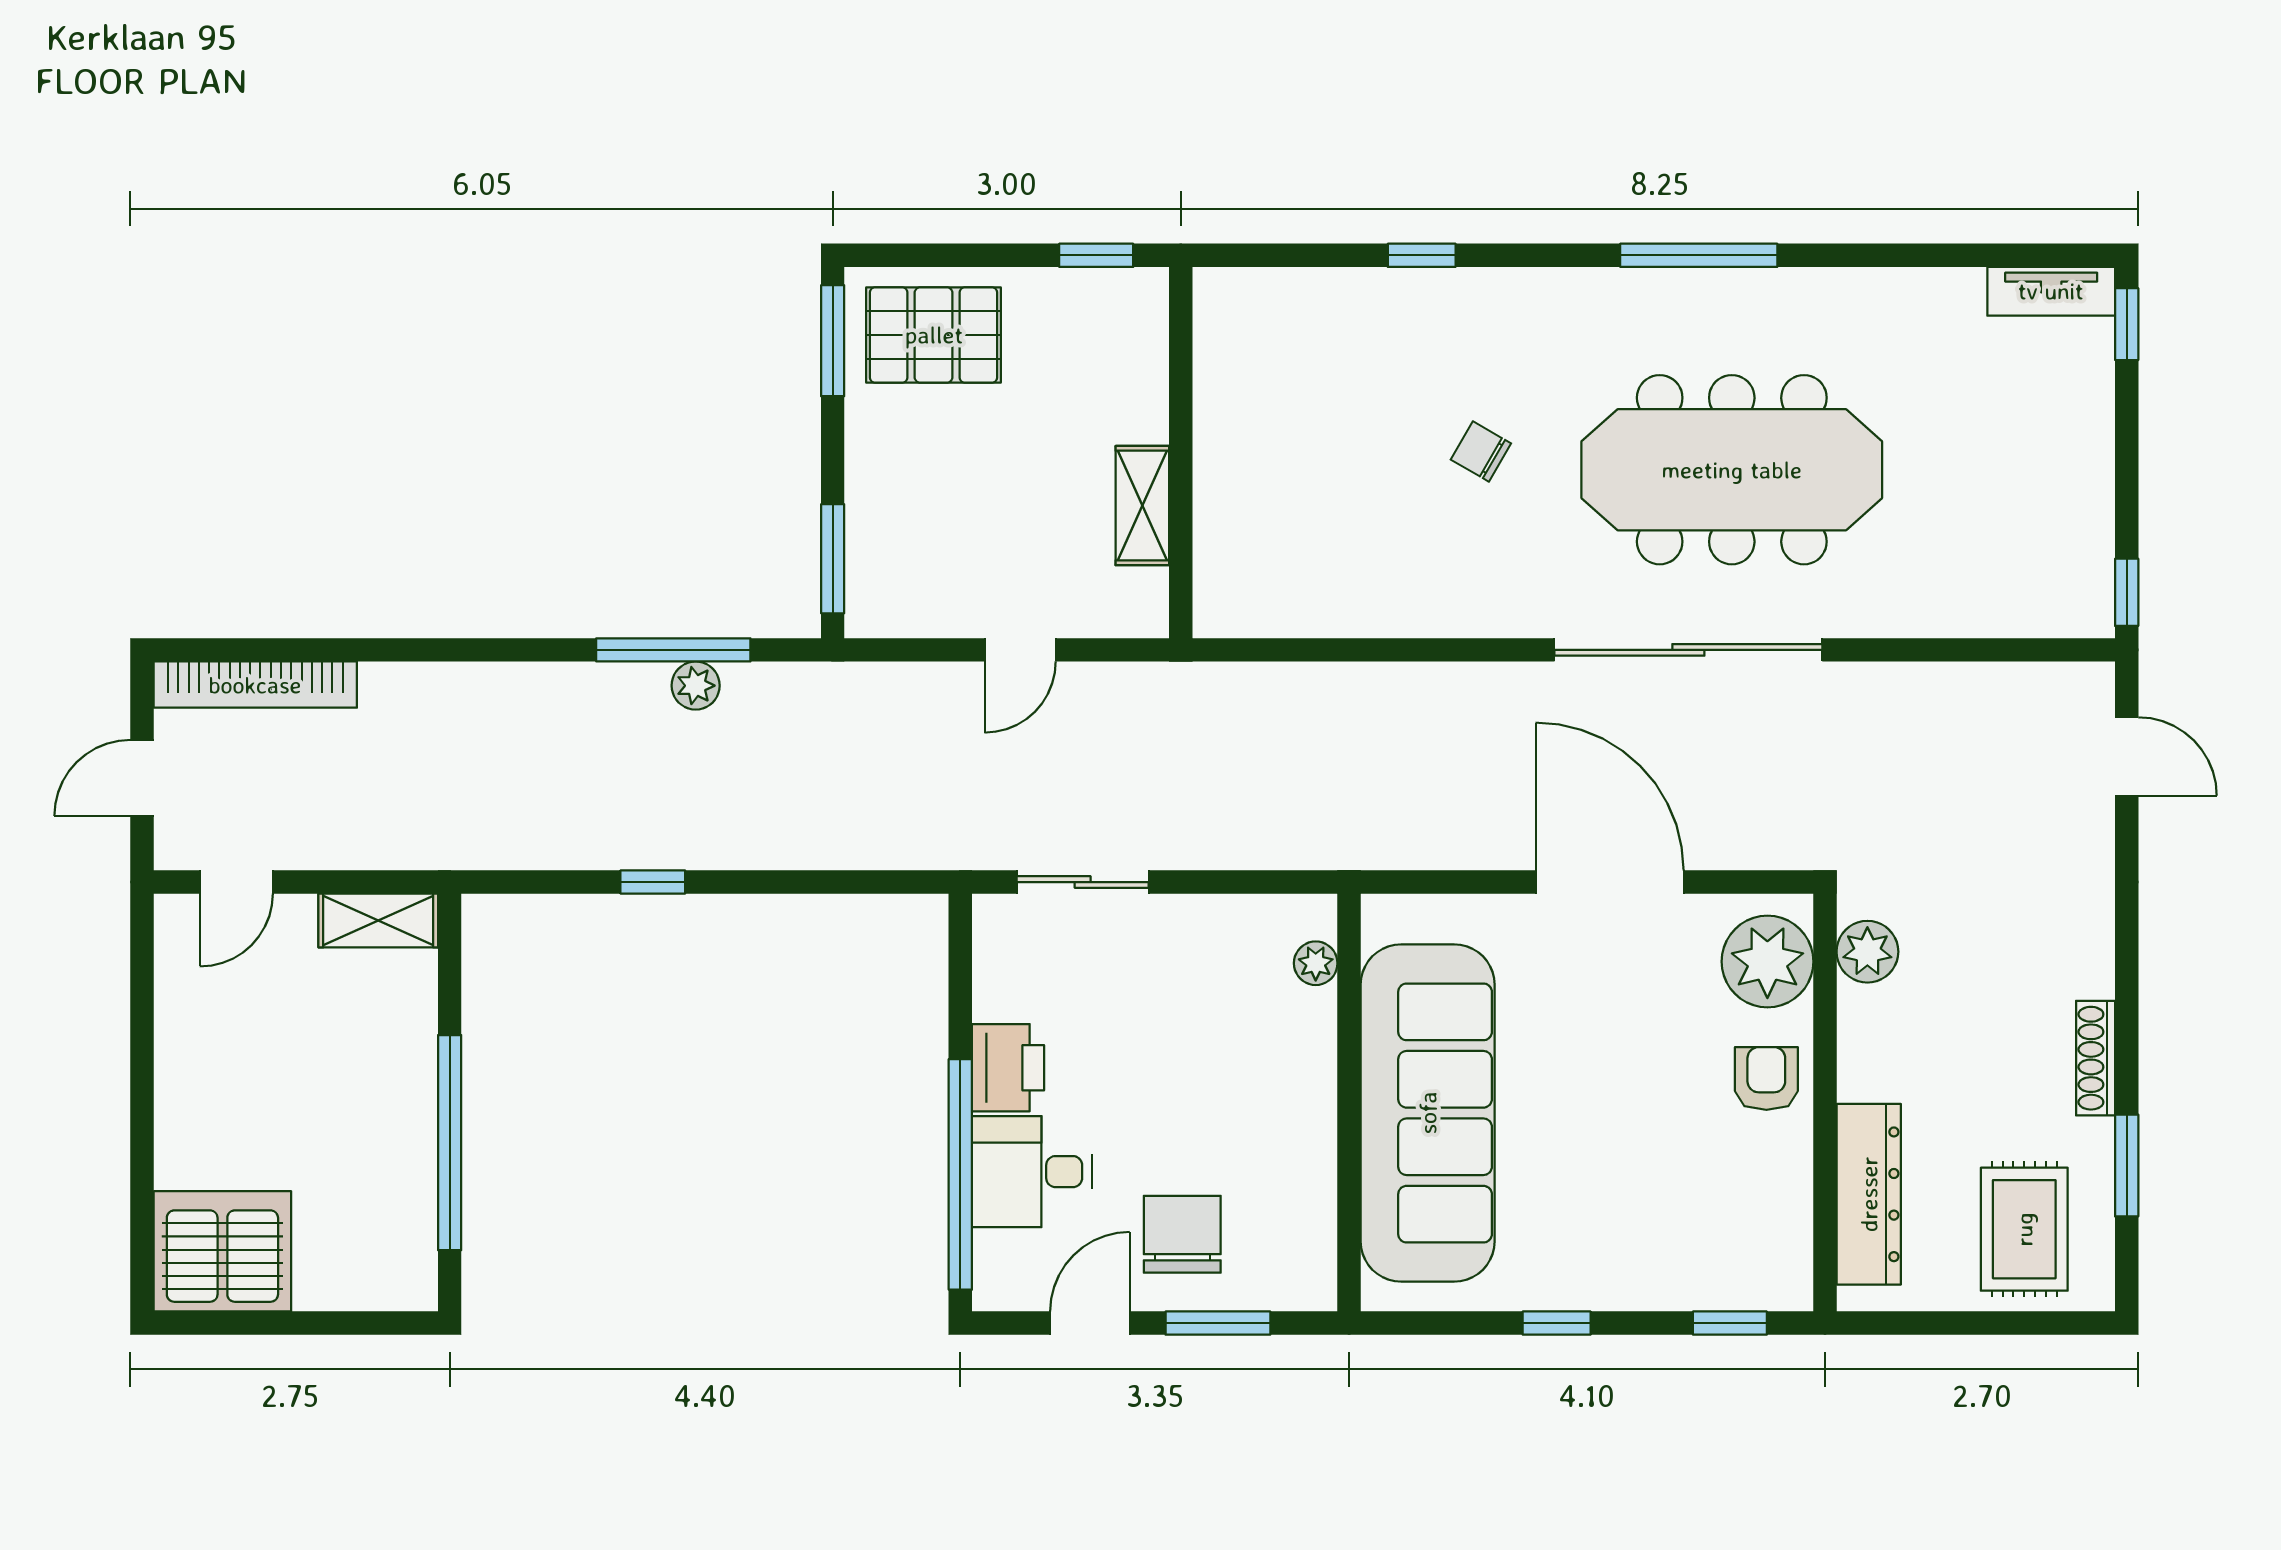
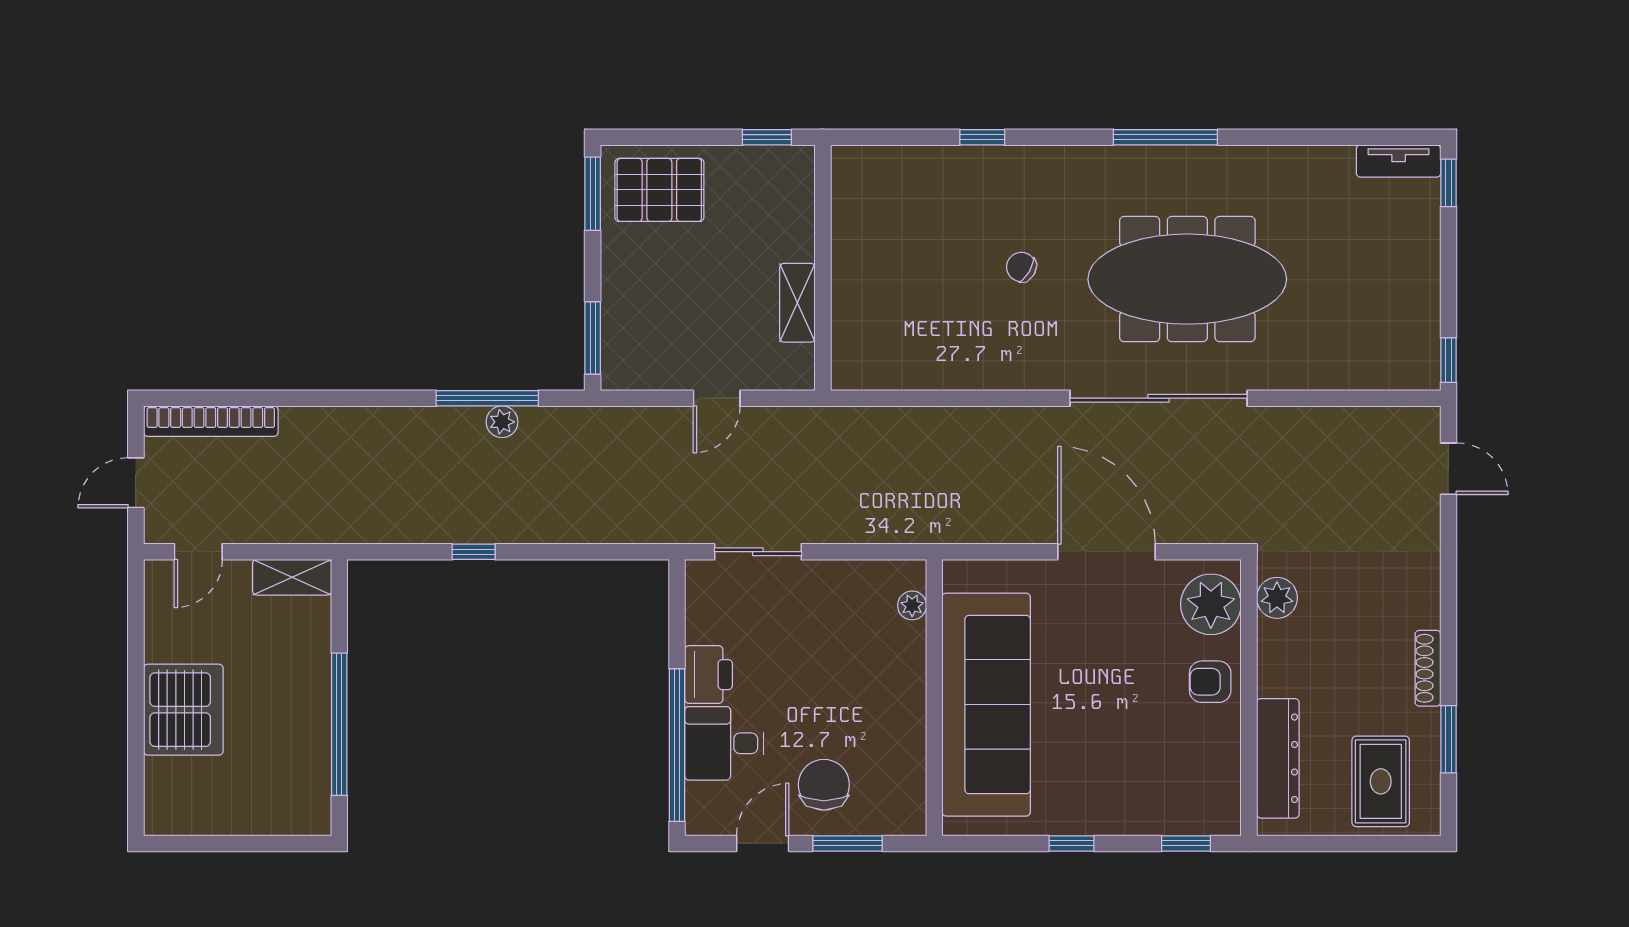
armchair: (1766, 1078) -> (1210, 682), turned -90
server rack: (222, 1251) -> (183, 710), moved, turned 90

